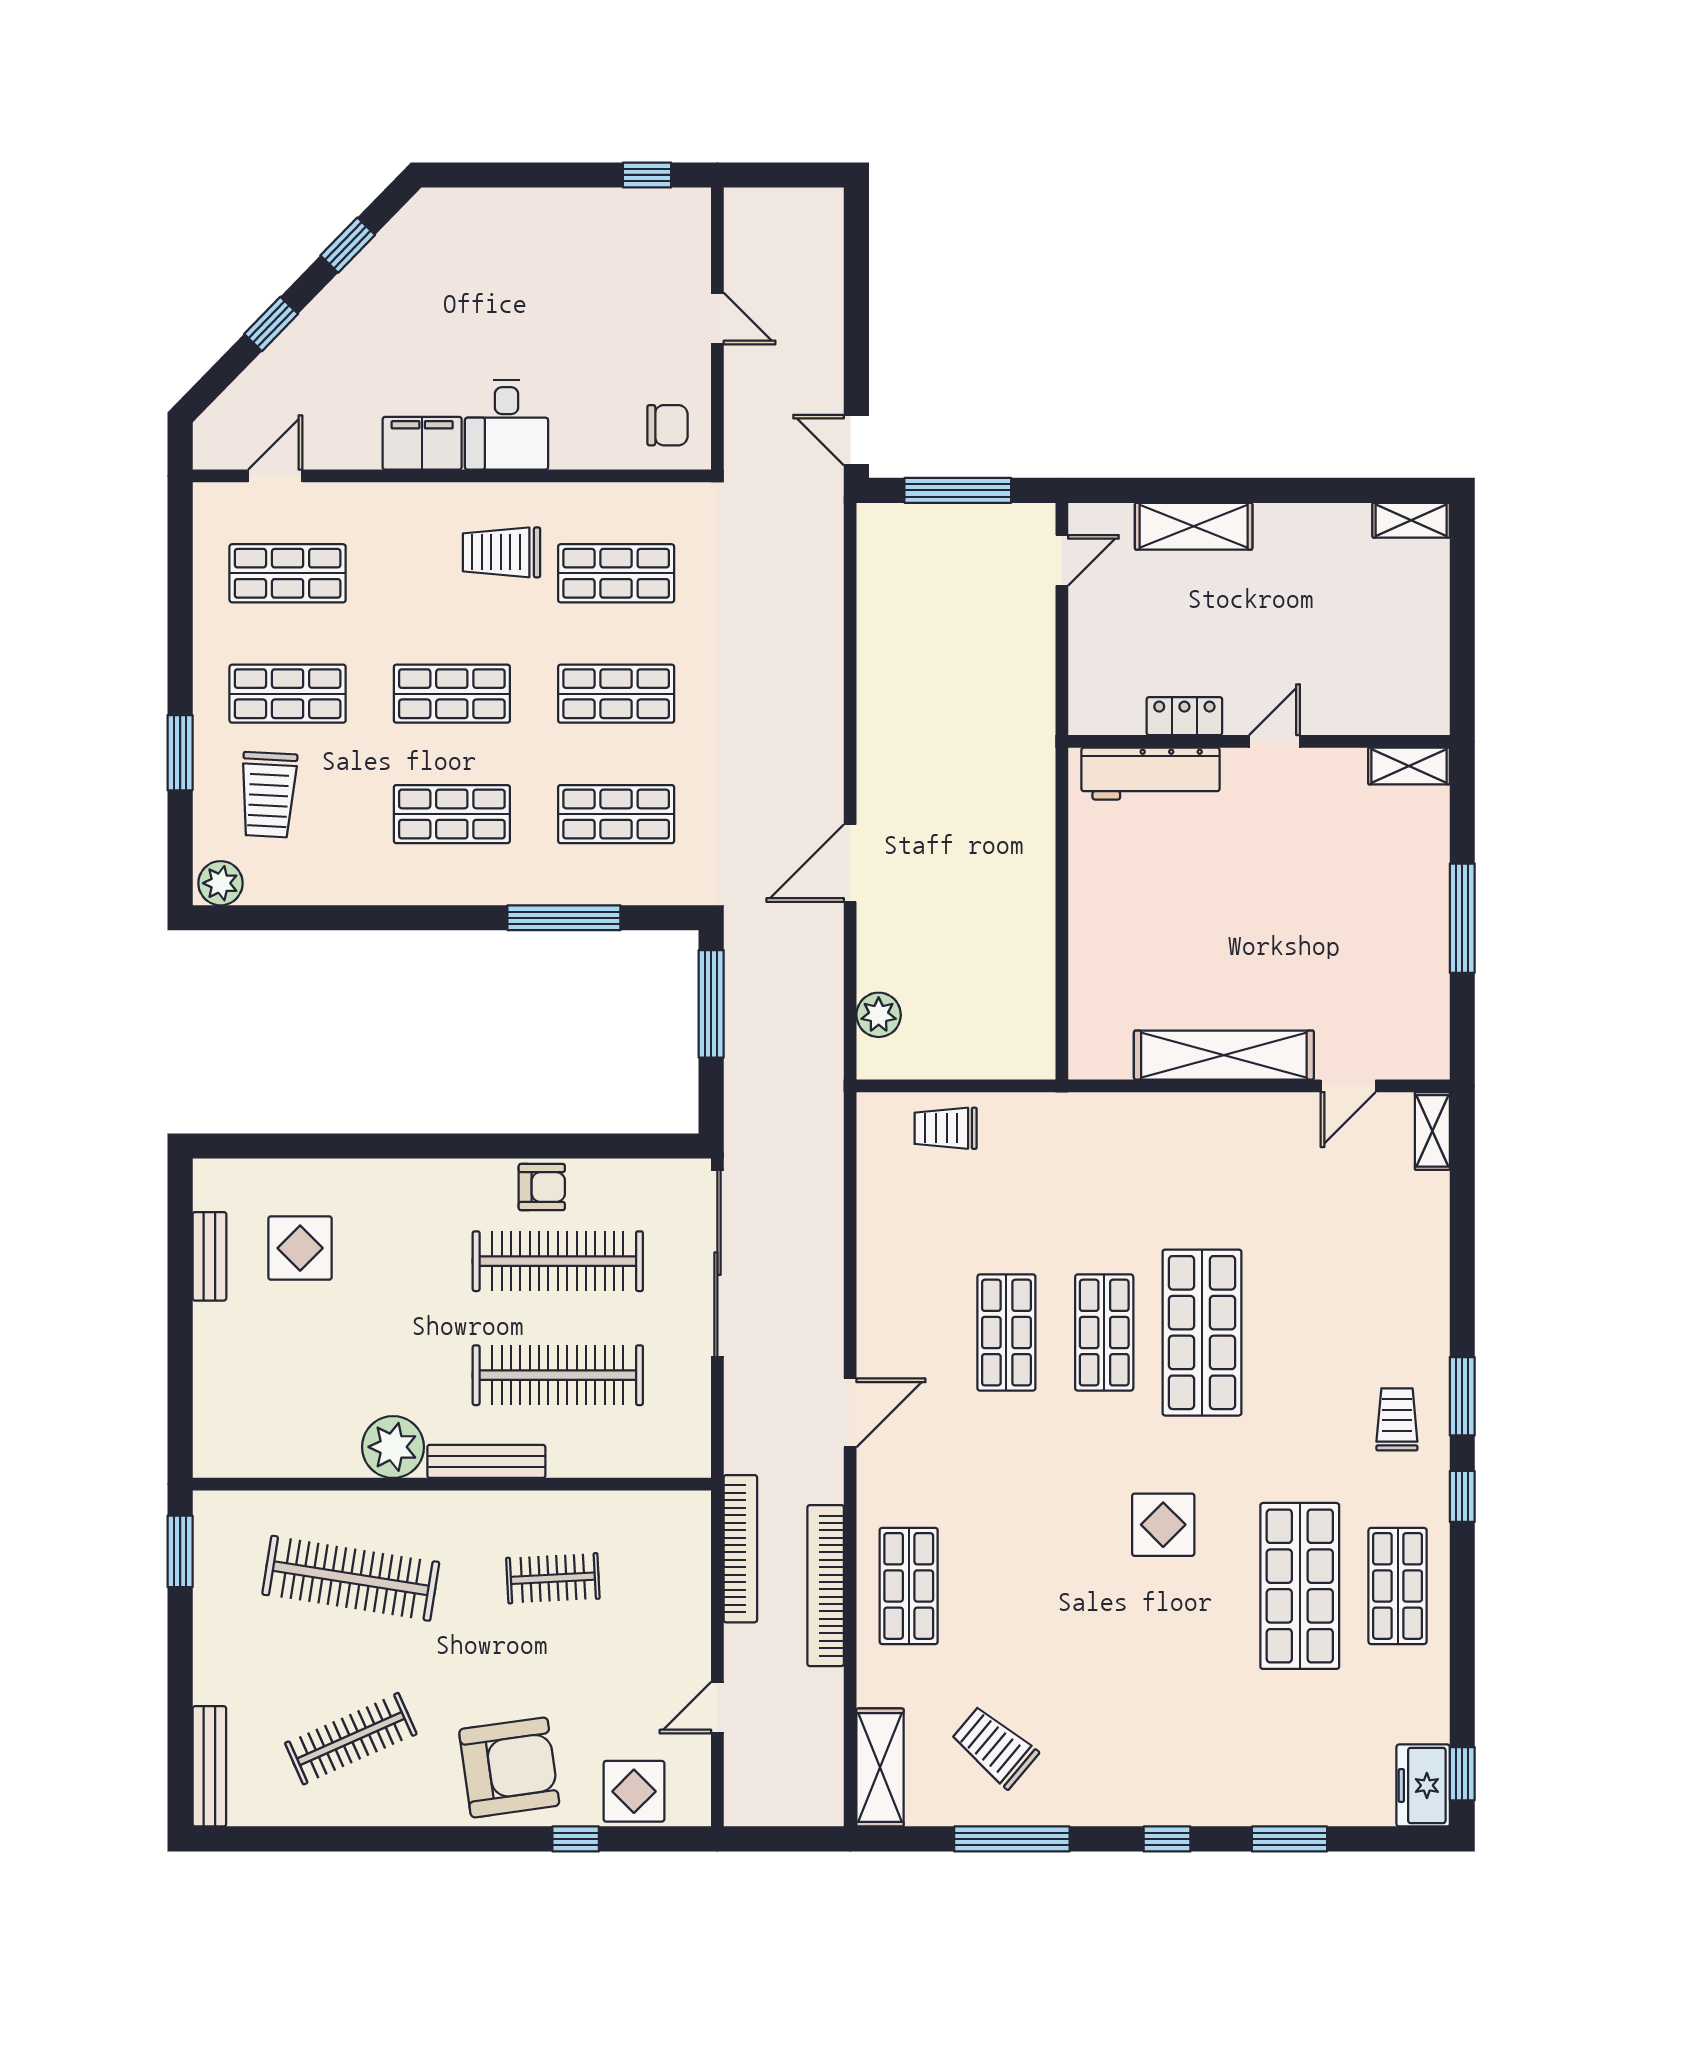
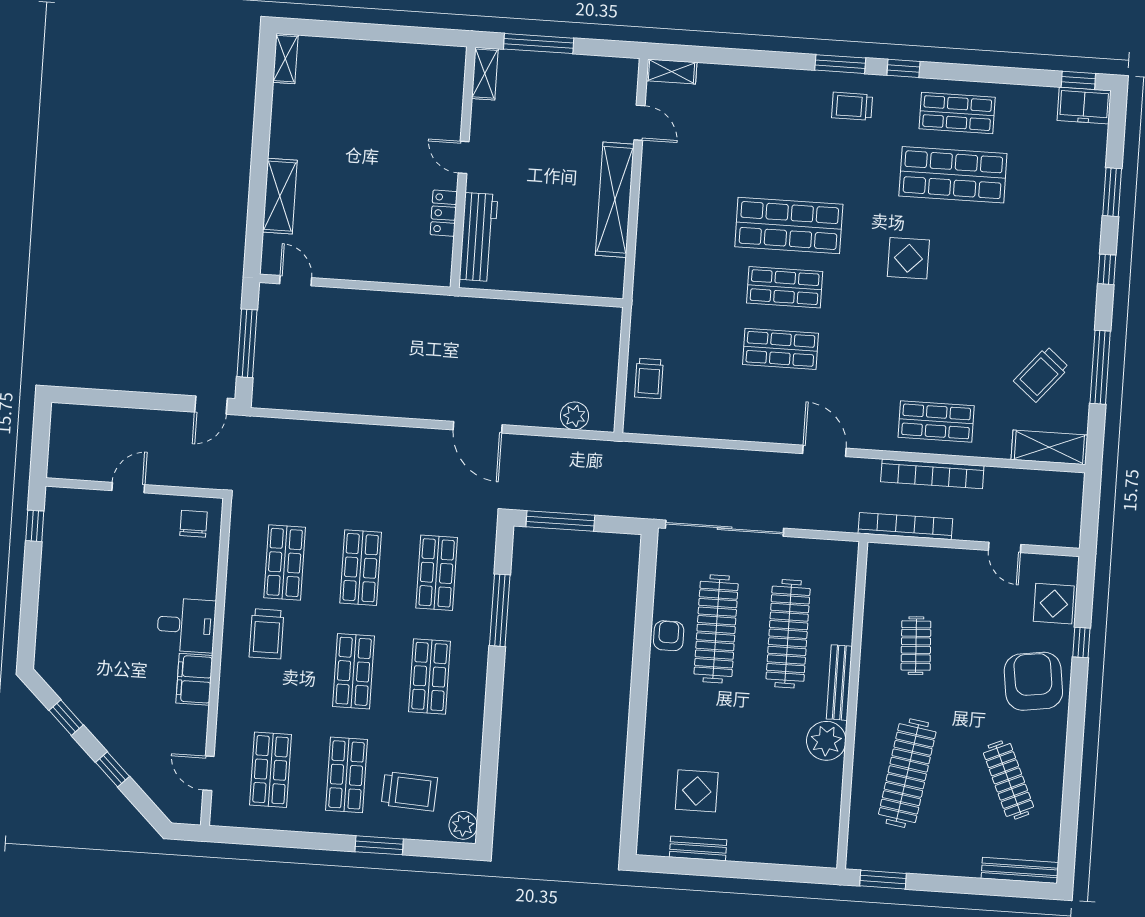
locker: (1184, 716) -> (444, 213), moved
wall: (1259, 741) -> (463, 167), moved
door: (1274, 741) -> (464, 157), moved
shelving: (1409, 766) -> (485, 74), moved
workbench: (1151, 774) -> (479, 237), moved

